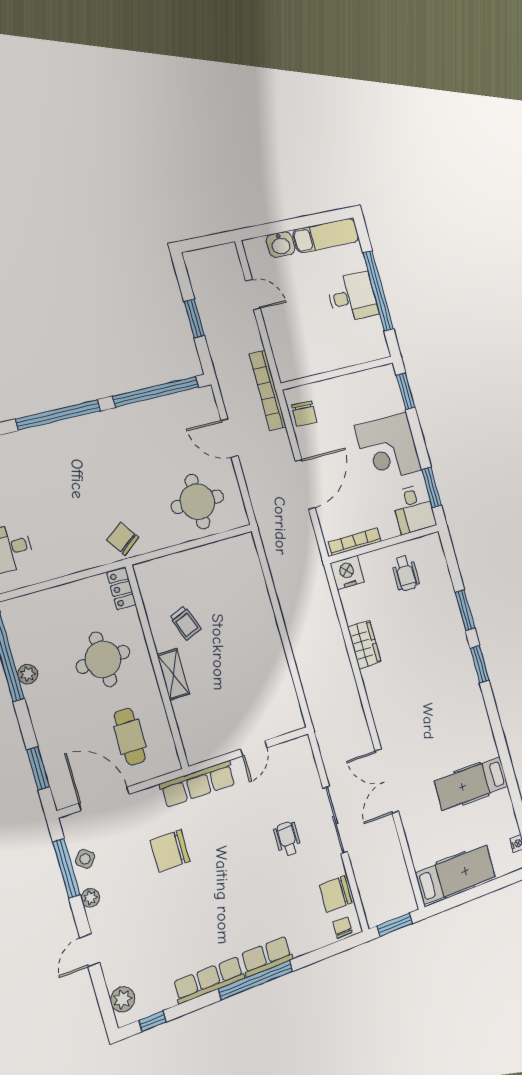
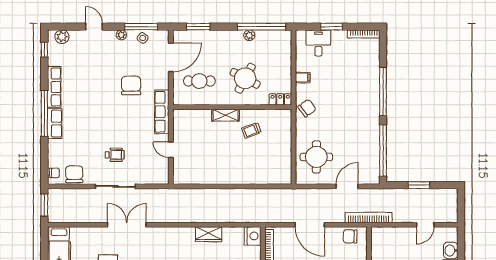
filing cabinet: (74, 560) -> (303, 78), added
round table: (103, 659) -> (245, 78), turned 31

